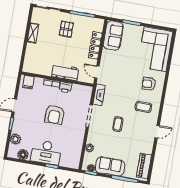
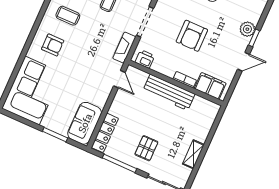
locker: (95, 45) -> (105, 133), moved
workbench: (65, 72) -> (169, 92), width x1.38
filing cabinet: (28, 82) -> (210, 86), width x2.00
printer: (66, 87) -> (145, 59), moved
armchair: (54, 114) -> (192, 36), turned 180
plant: (15, 139) -> (247, 29), moved

